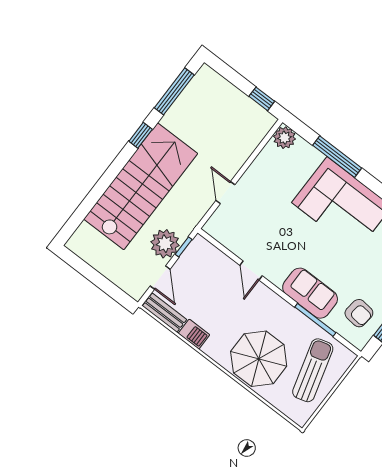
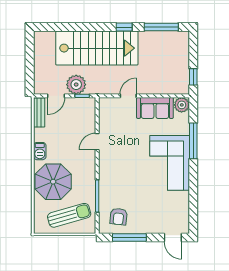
sofa: (310, 293) -> (155, 108), moved, turned 90
barbecue: (194, 334) -> (40, 151), moved

